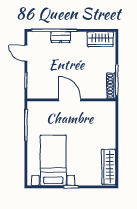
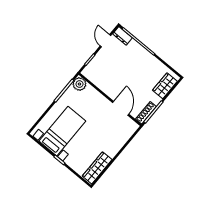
dresser: (61, 37) -> (122, 36), moved
wardrobe: (100, 39) -> (165, 86), moved, turned 90
door: (70, 100) -> (121, 108), moved
plant: (34, 108) -> (79, 84), added

